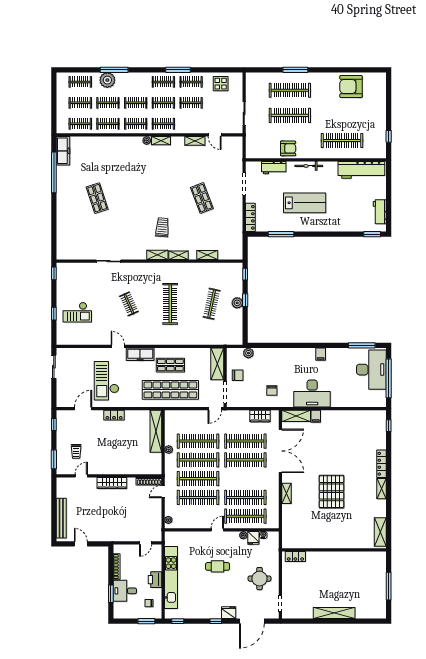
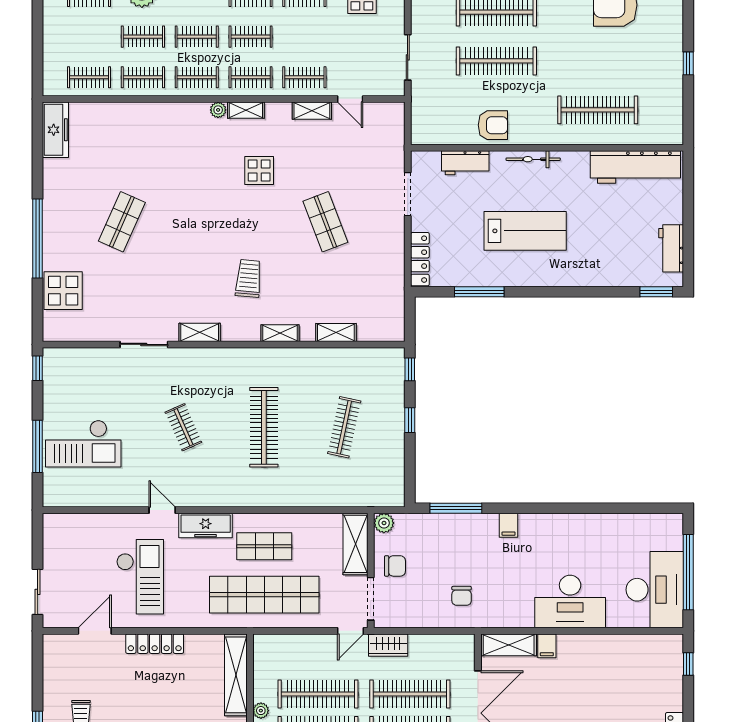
clothes rail: (80, 103) -> (89, 37), removed
clothes rail: (191, 103) -> (304, 77), moved
window: (389, 136) -> (688, 63), moved
window: (54, 172) -> (38, 239), moved
display table: (168, 172) -> (259, 170), added
shop shelf: (97, 198) -> (122, 222), turned 42
display table: (67, 234) -> (63, 291), added
shelving: (157, 255) -> (200, 332), moved
plant: (237, 303) -> (394, 425), removed
checkout: (77, 312) -> (83, 444), width x1.36, depth x1.21
window: (54, 314) -> (38, 446), width x2.17
window: (362, 345) -> (456, 508), moved
plant: (248, 353) -> (384, 523), moved
filing cabinet: (321, 354) -> (509, 525), moved
sliding door: (54, 367) -> (38, 592), moved
desk: (371, 370) -> (655, 590), moved
checkout: (107, 381) -> (140, 577), turned 180
desk: (312, 393) -> (570, 602), moved
locker: (114, 415) -> (155, 644), width x1.53
wardrobe: (260, 416) -> (388, 645), moved
window: (54, 424) -> (38, 662), removed

